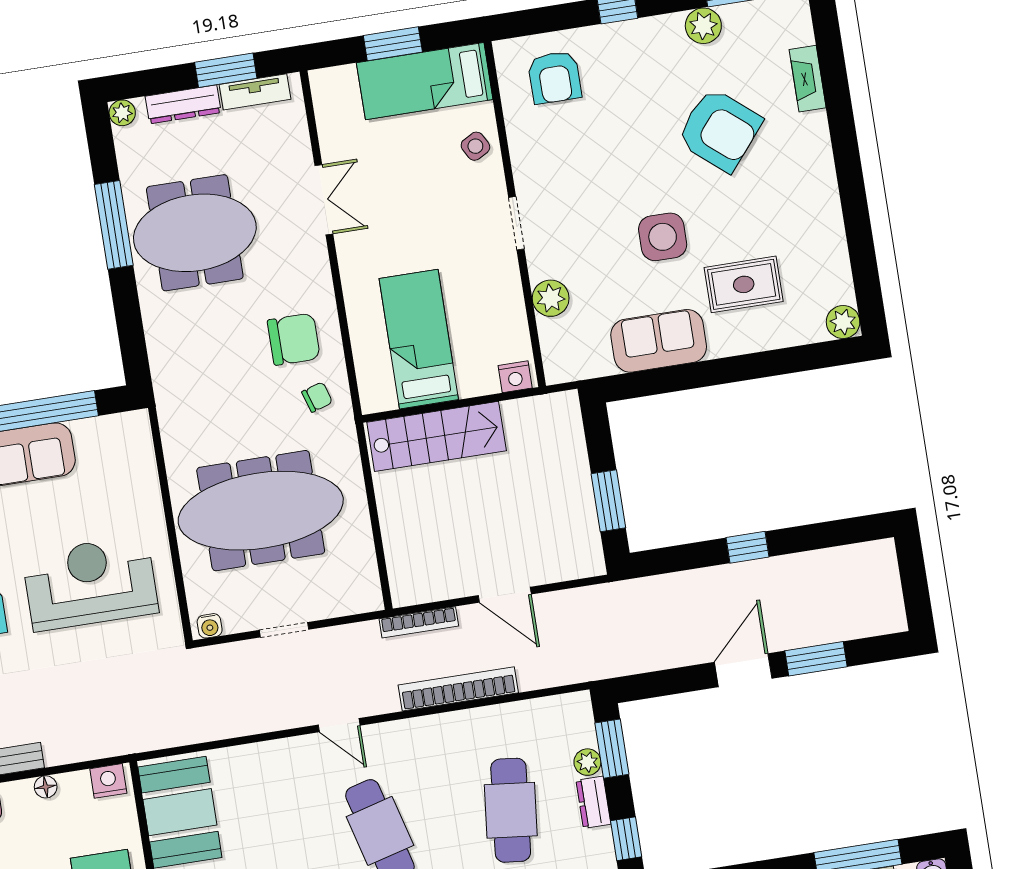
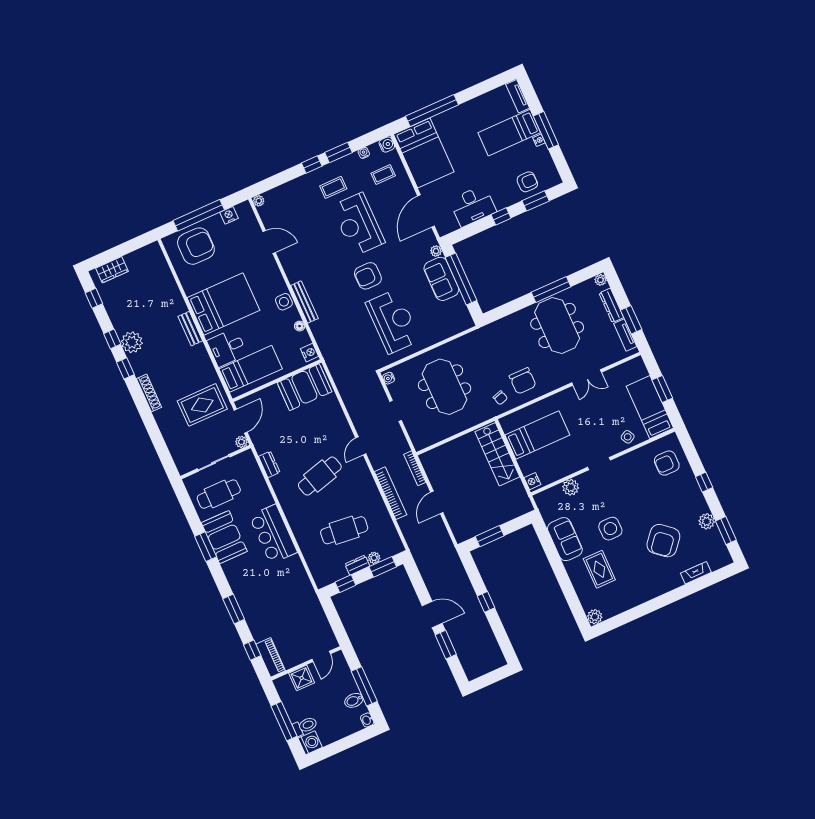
meeting table: (261, 511) -> (445, 387), width x0.73

